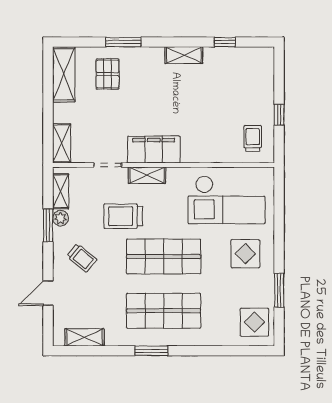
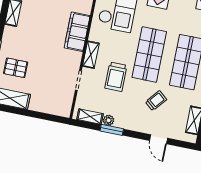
shelving: (62, 143) -> (57, 109), removed
filing cabinet: (154, 150) -> (77, 32), moved
trolley: (82, 258) -> (156, 101), moved

